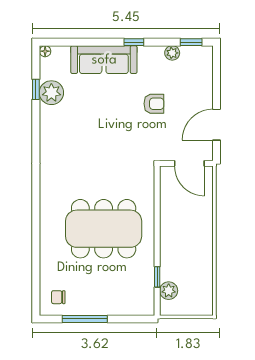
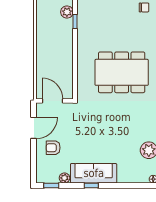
sofa: (104, 60) -> (94, 173), moved
armchair: (154, 104) -> (53, 148), moved
dining table: (104, 229) -> (122, 72), moved

